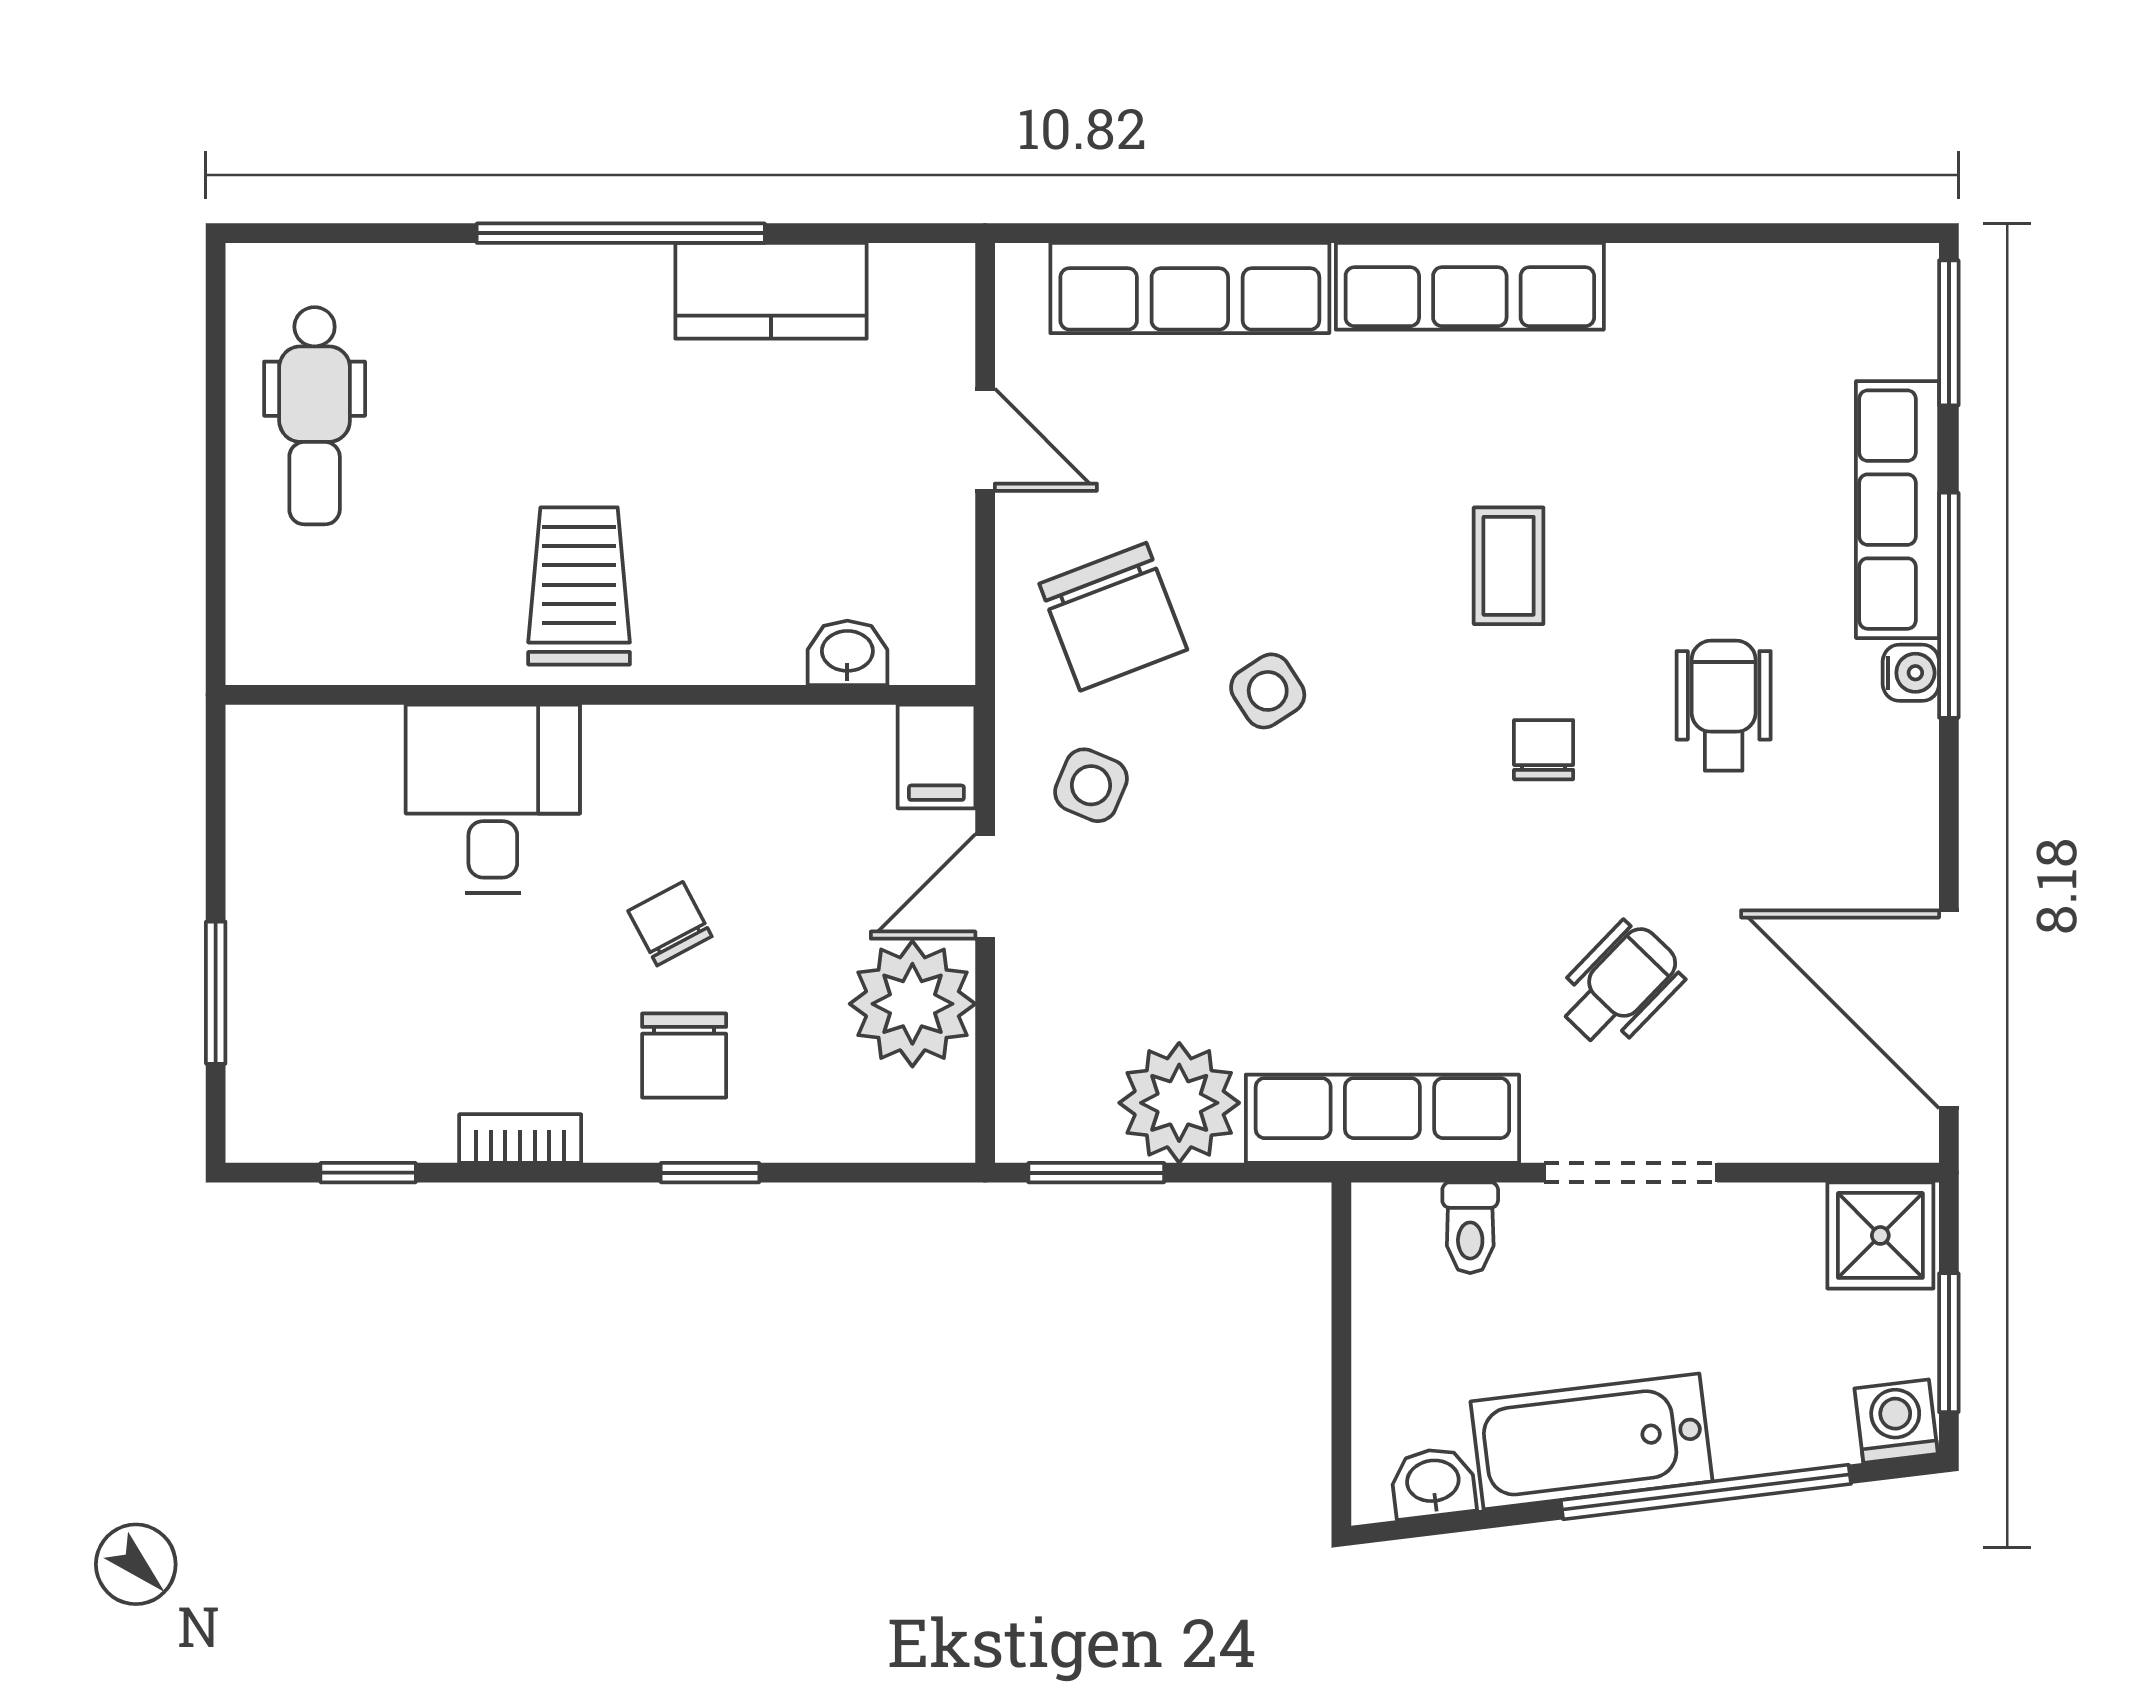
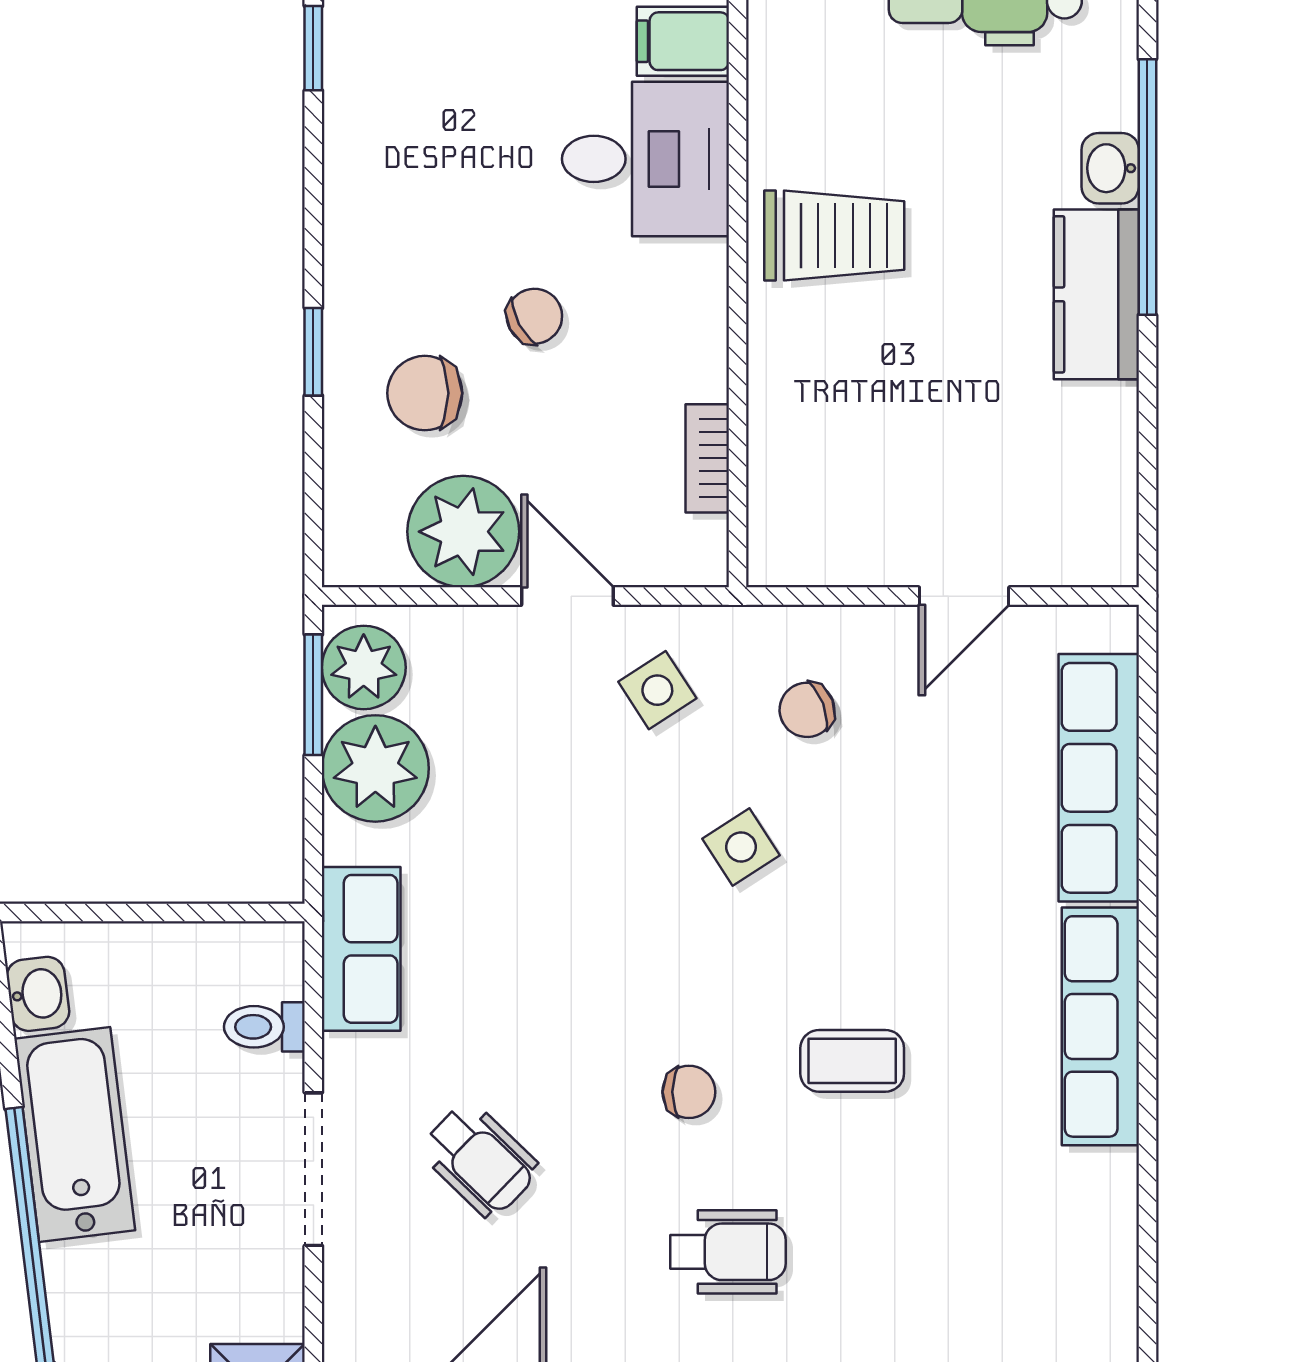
window: (621, 233) -> (1147, 187), moved
kitchen counter: (771, 291) -> (1096, 294), moved
chair: (1113, 617) -> (807, 710), width x0.54, depth x0.54
washbasin: (847, 653) -> (1110, 168), moved, turned 180
filing cabinet: (936, 756) -> (683, 41), moved
side table: (1091, 785) -> (657, 690), turned 34
chair: (684, 1056) -> (425, 393), moved
plant: (1066, 1116) -> (364, 667), added
row of seats: (1382, 1119) -> (361, 949), width x0.68
bookcase: (520, 1139) -> (707, 458), moved, turned 180

